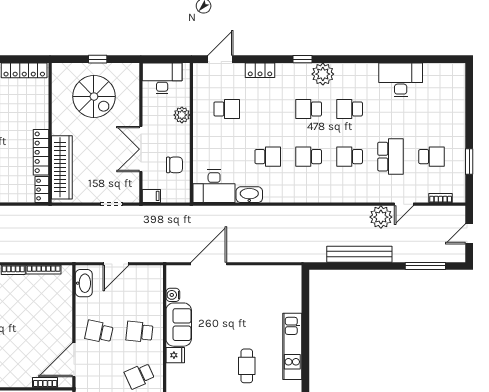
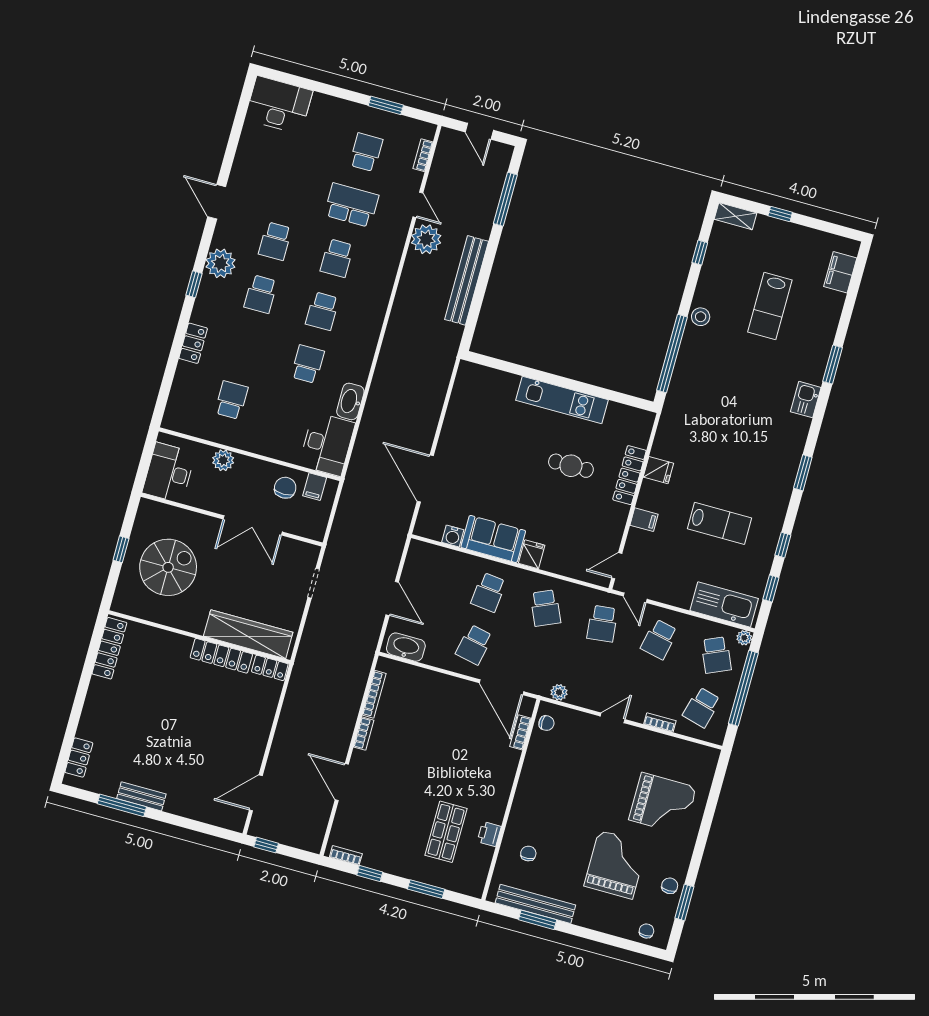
door: (220, 59) -> (217, 202), moved
desk: (401, 80) -> (279, 105), moved, turned 90
filing cabinet: (151, 196) -> (315, 487), moved, turned 180

